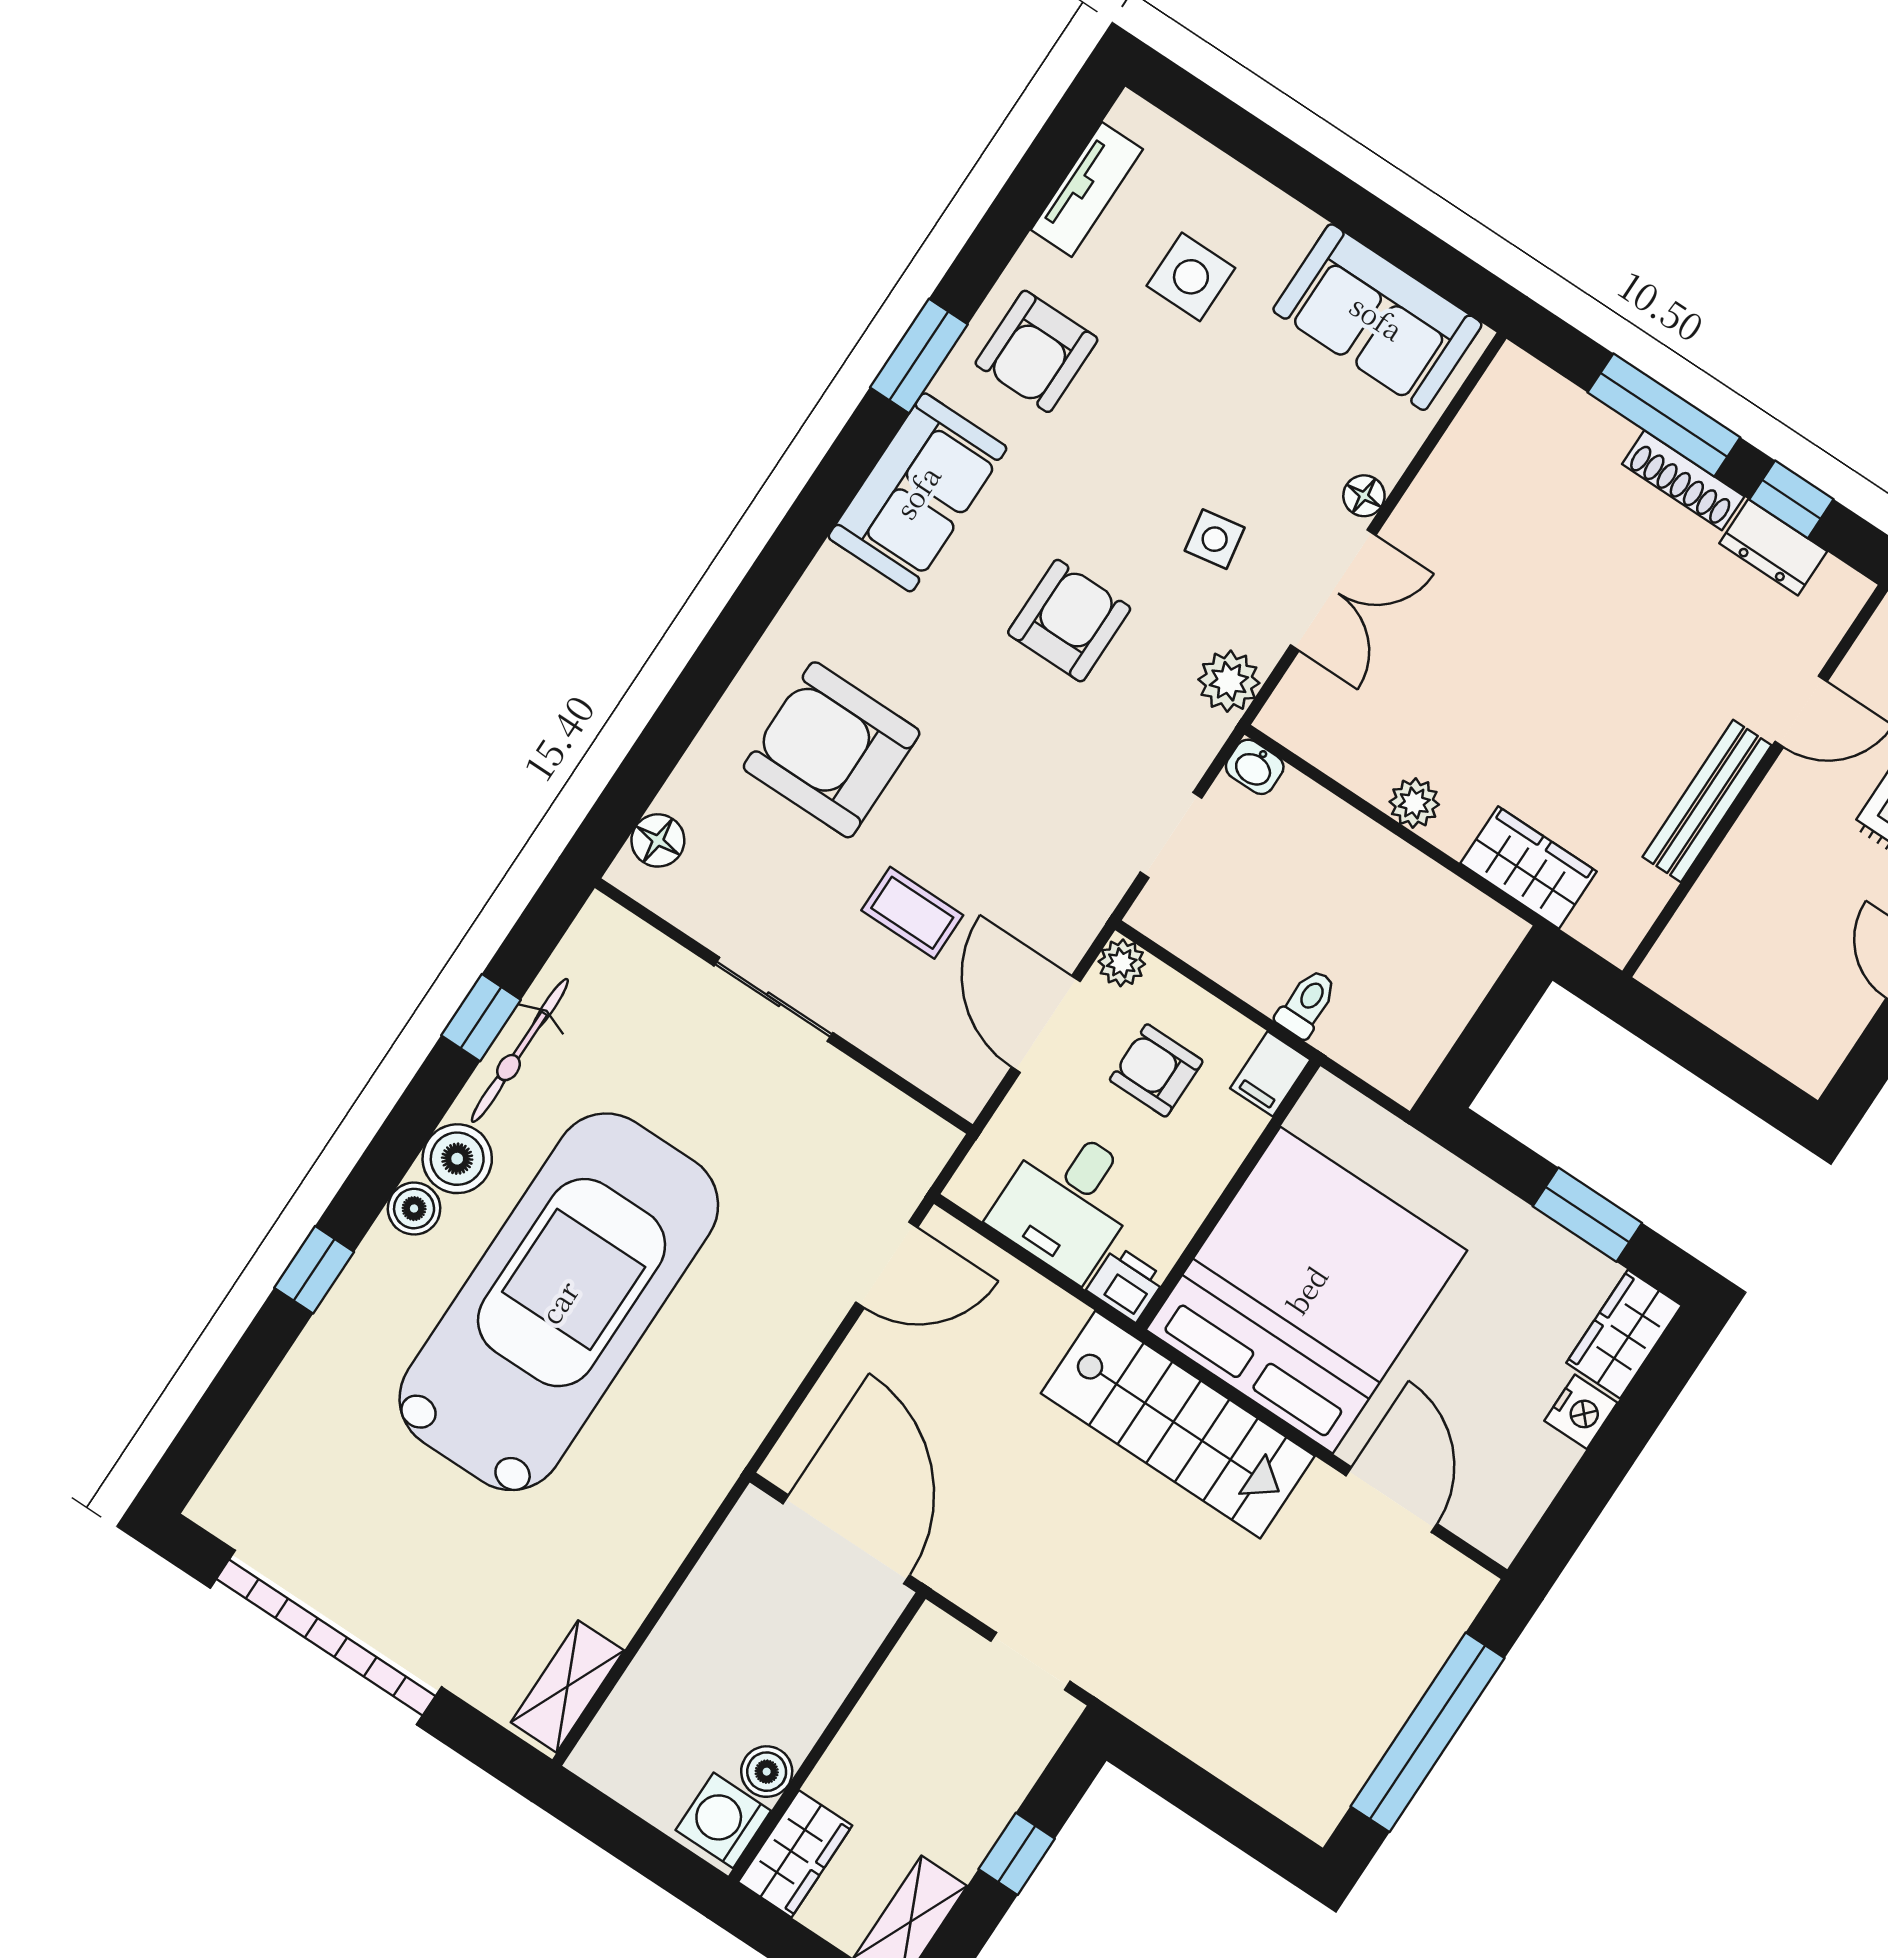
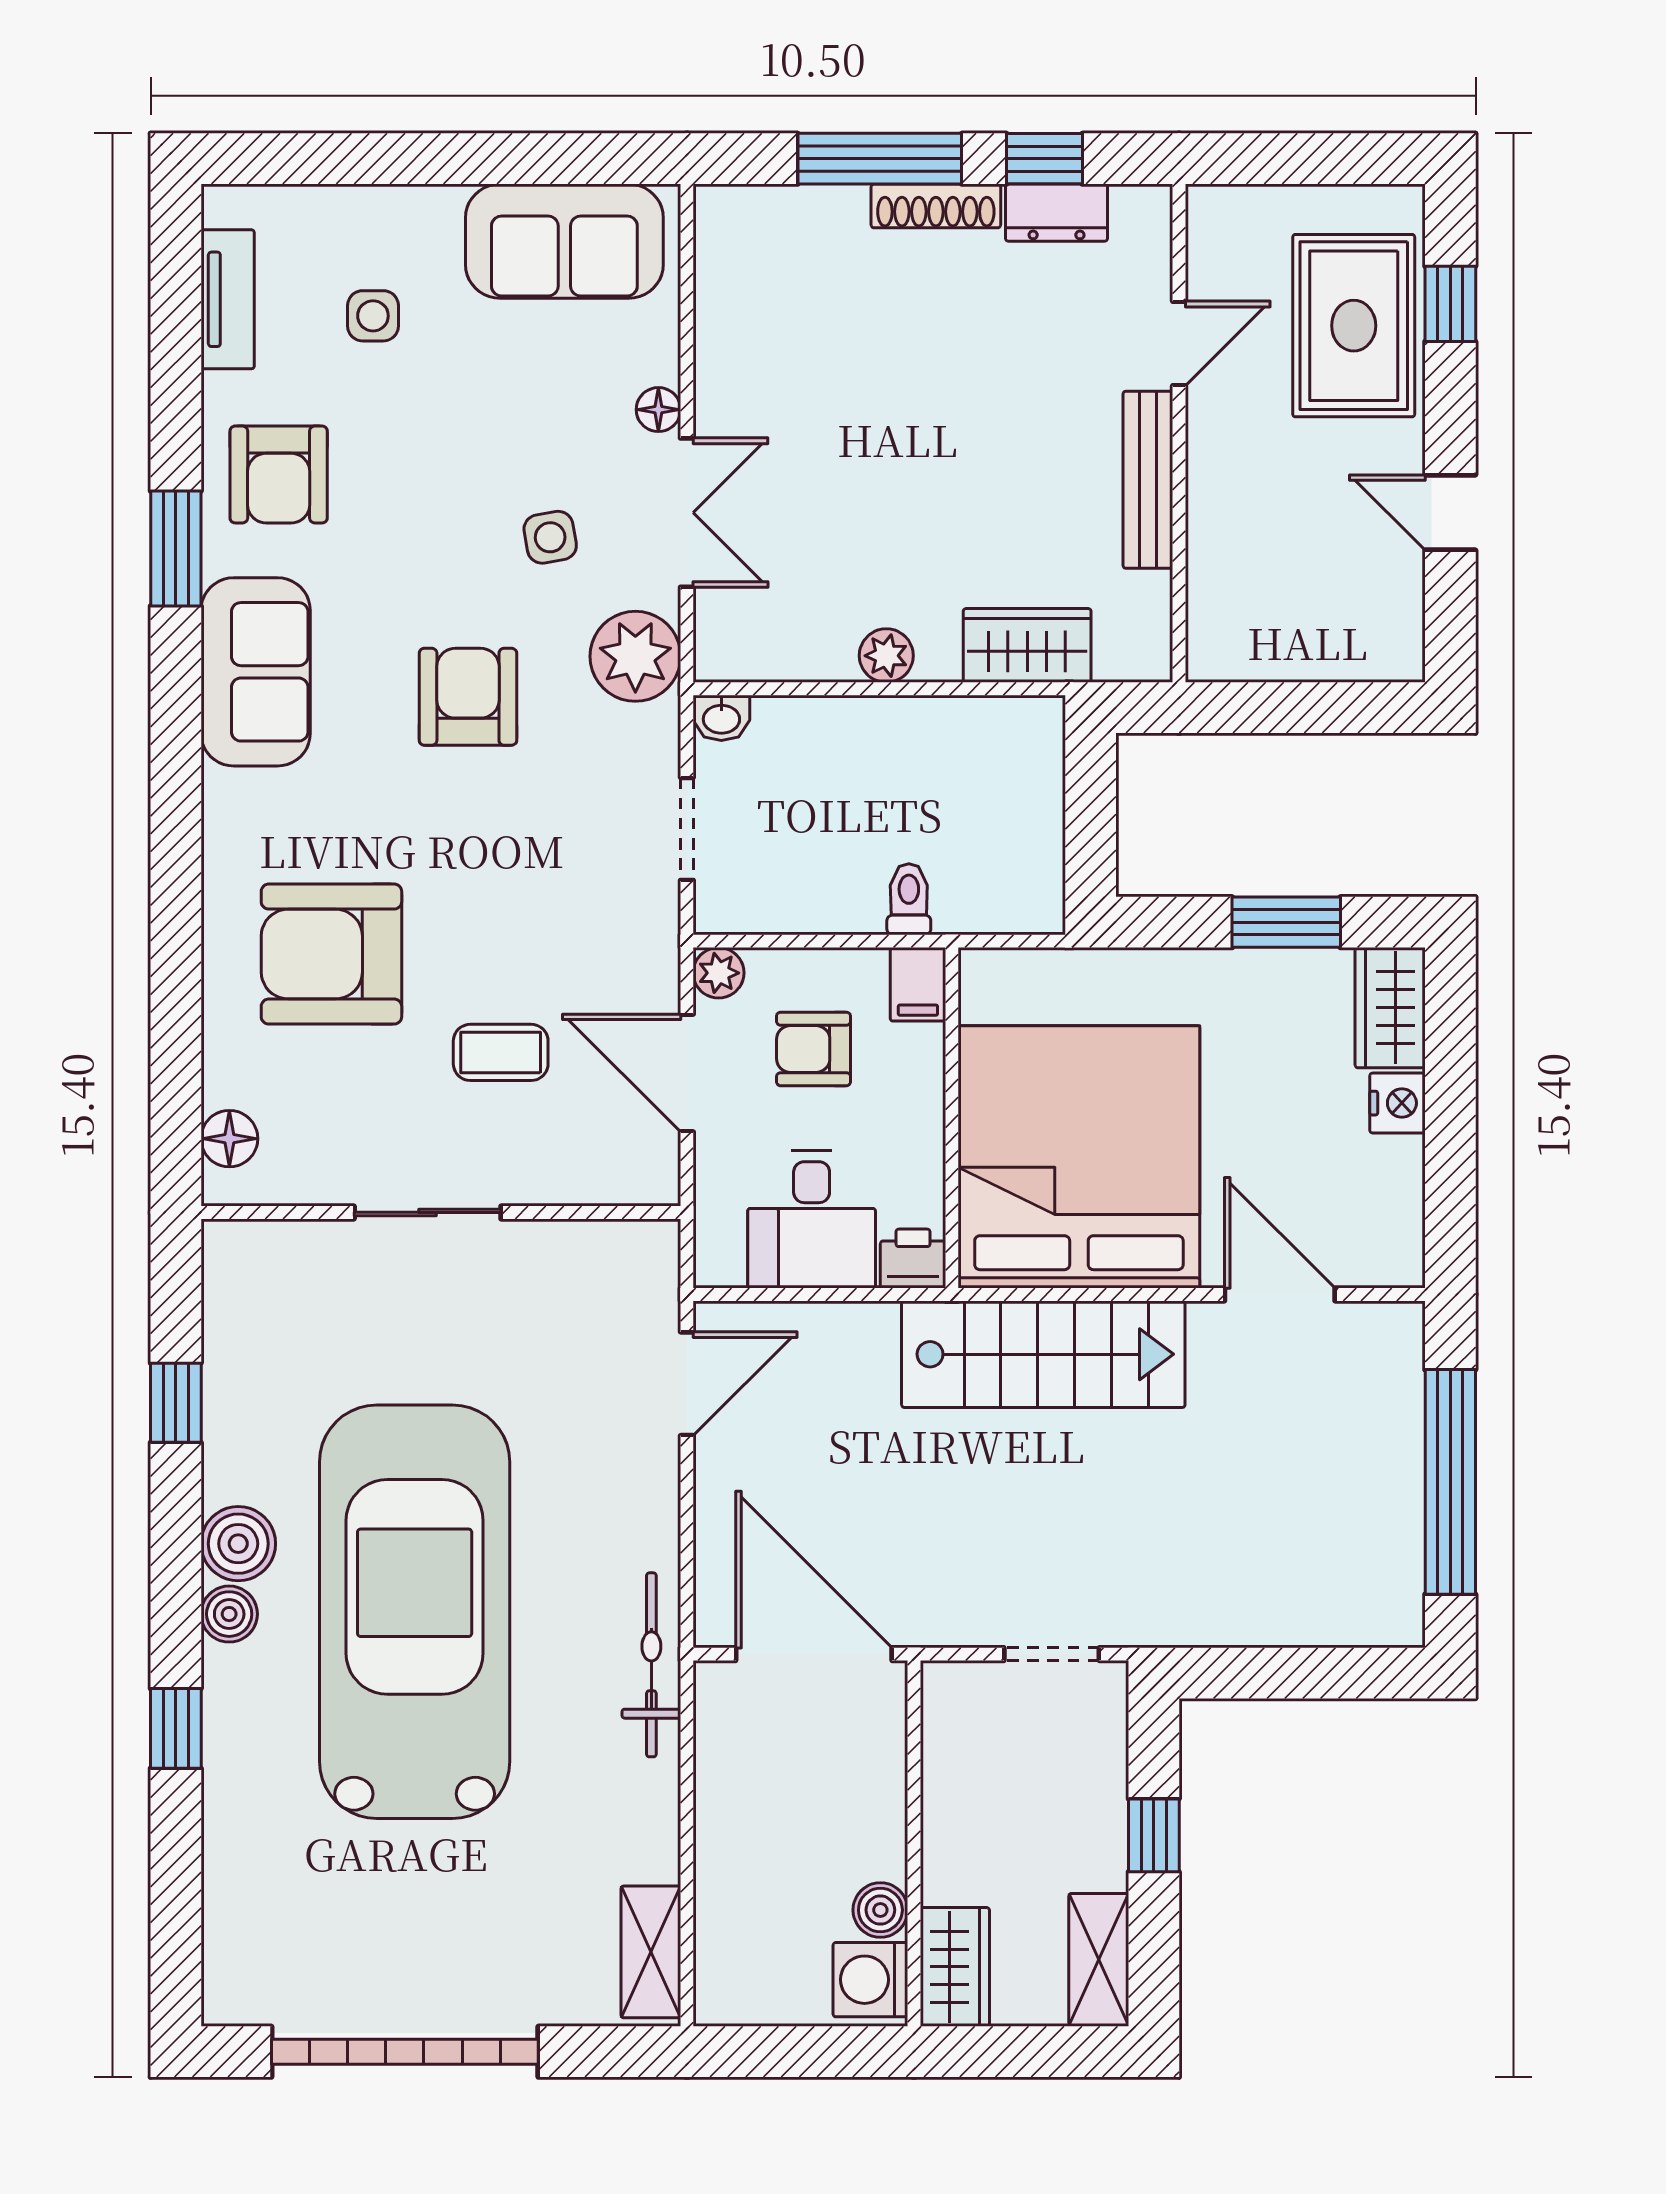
side table: (1191, 277) -> (373, 316), width x0.73, depth x0.73
plant: (1229, 681) -> (635, 656), width x1.36, depth x1.36
bicycle: (520, 1050) -> (651, 1665), moved, turned 180

